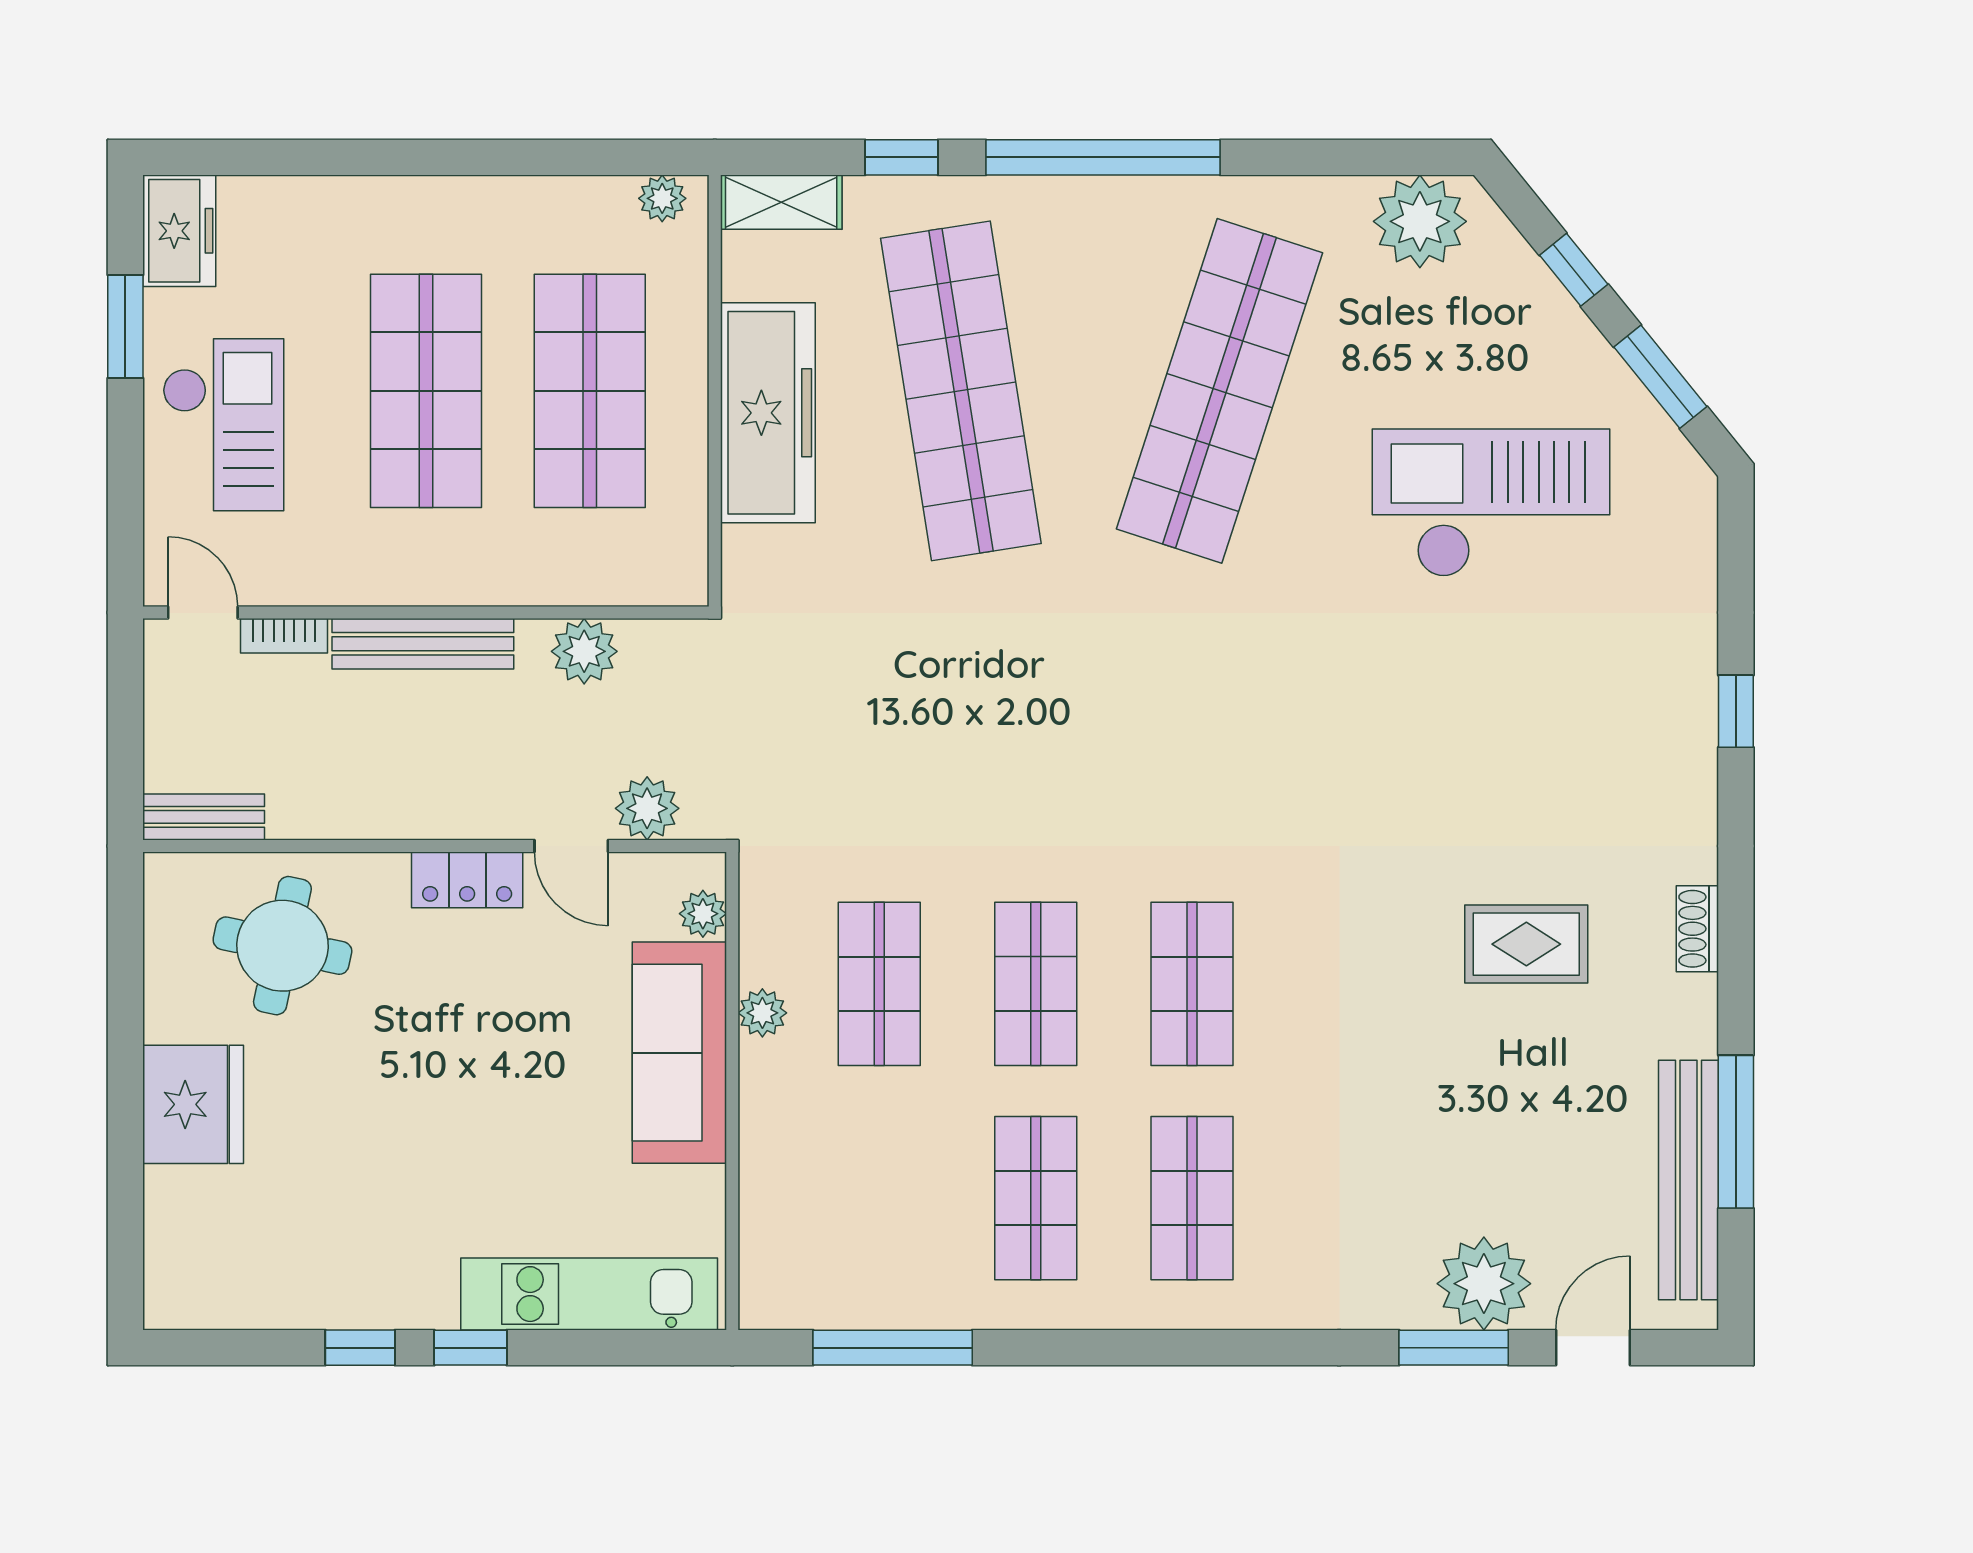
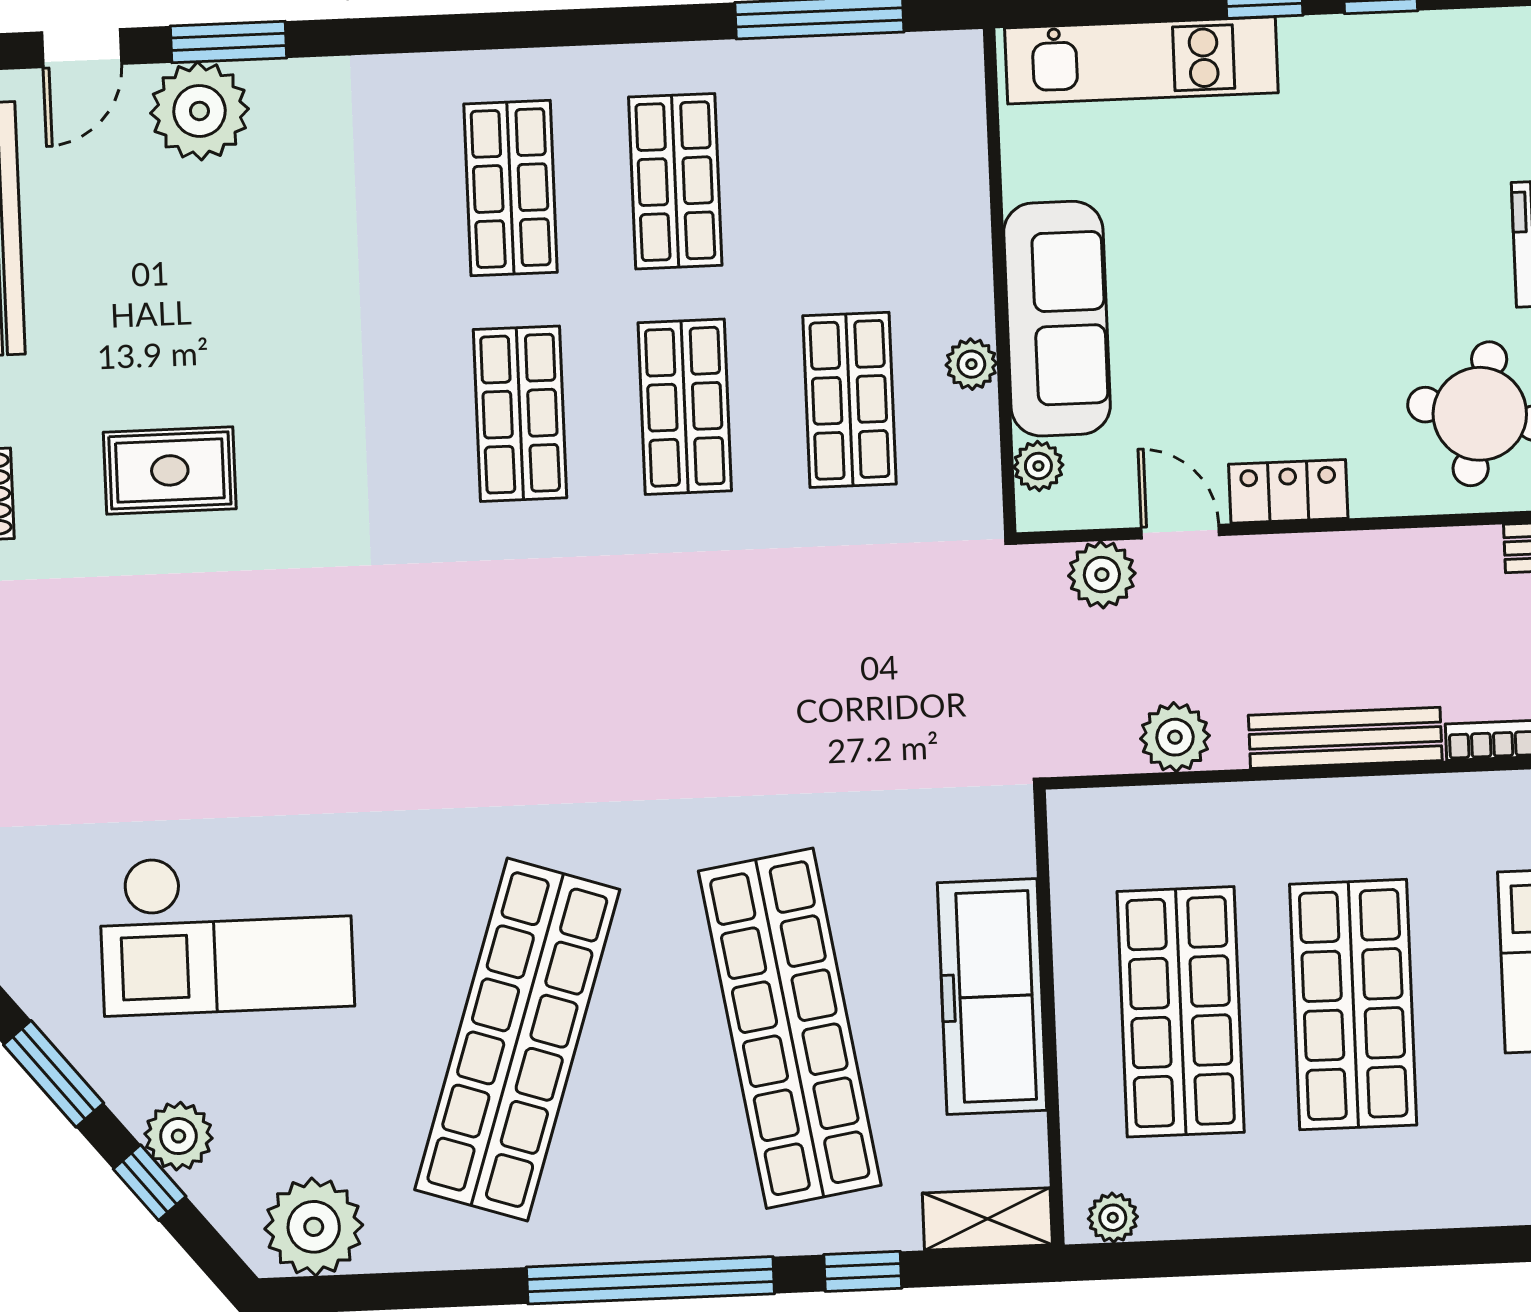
plant: (1544, 313) -> (178, 1136), added

